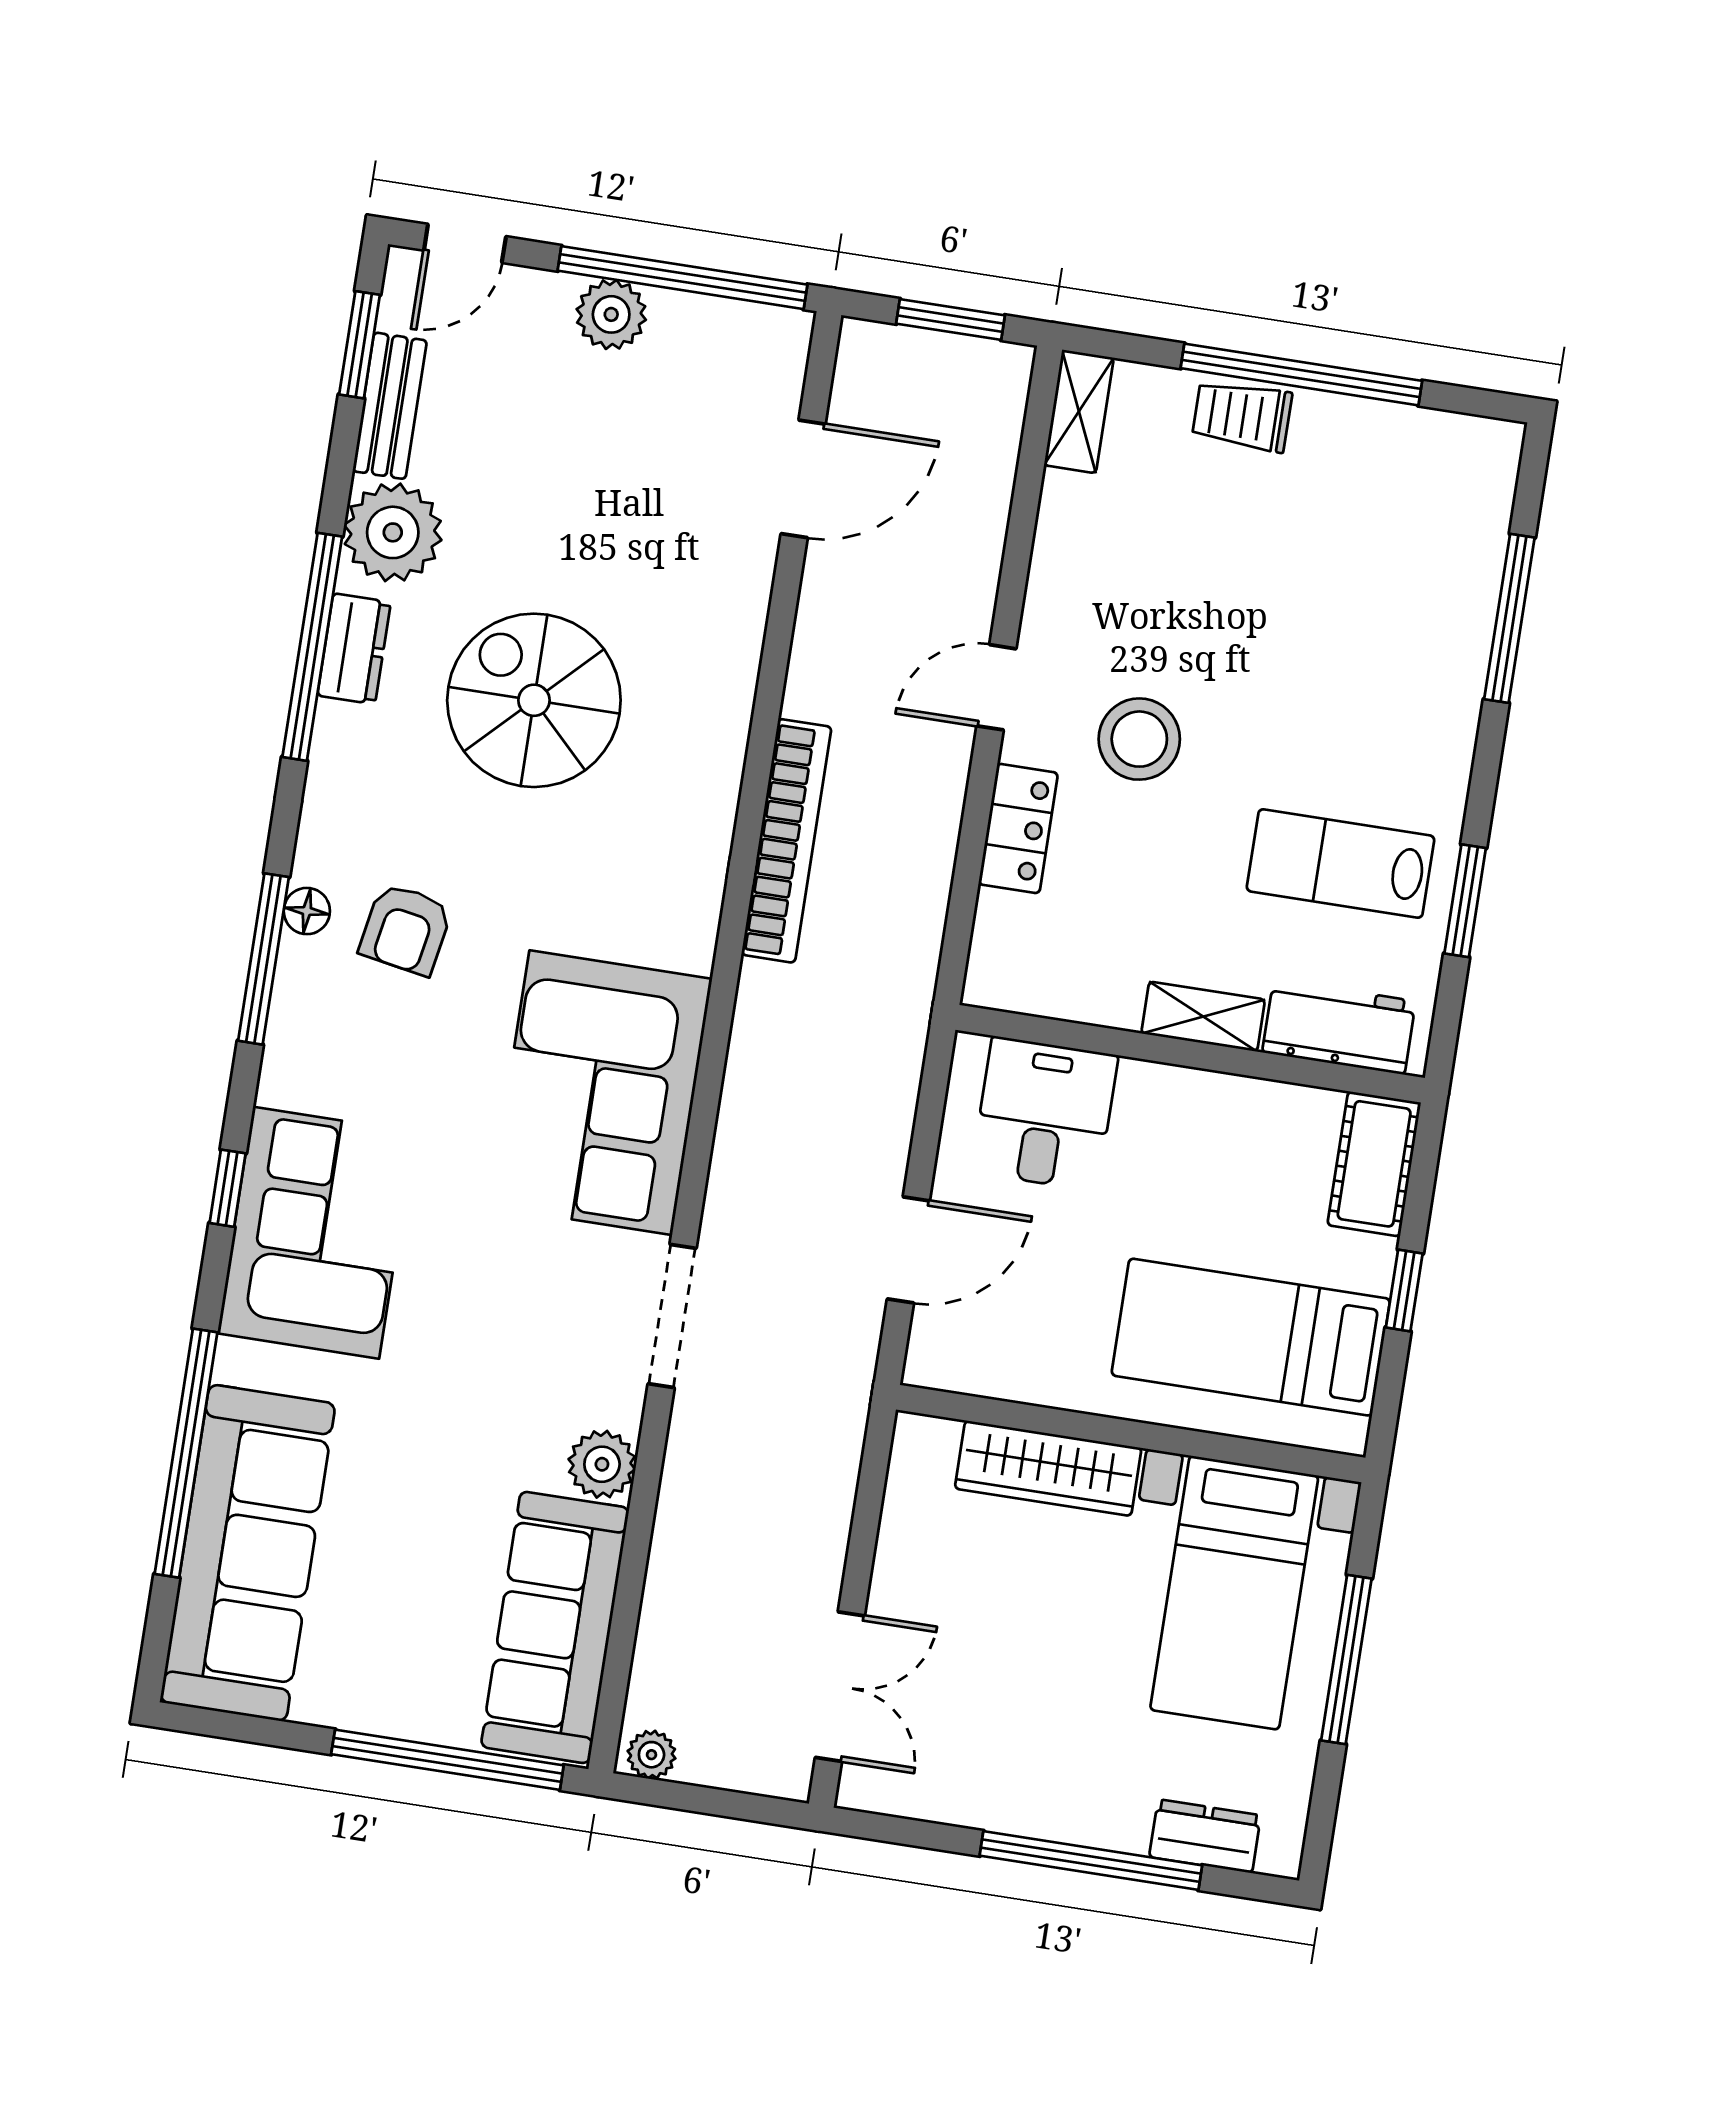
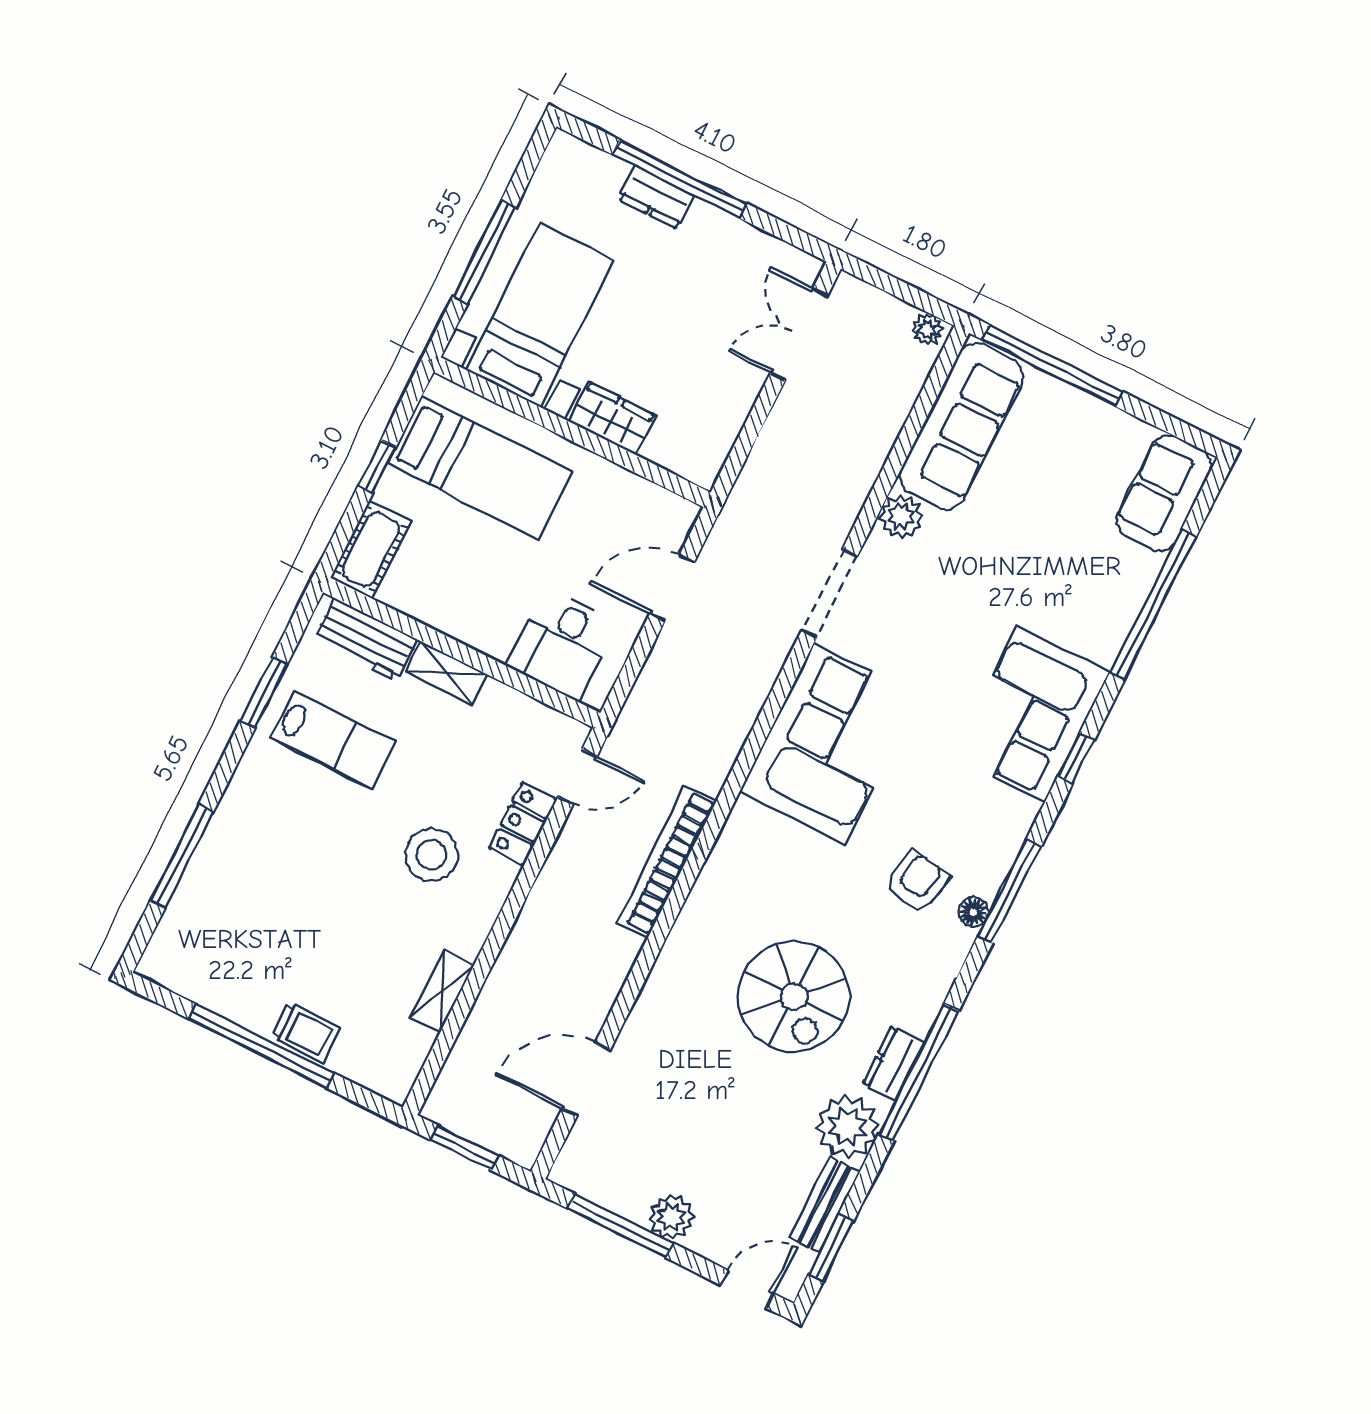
window: (682, 278) -> (621, 1226), width x0.68
shelving: (1079, 411) -> (442, 991), moved
door: (996, 687) -> (578, 777), moved
wardrobe: (1048, 1468) -> (612, 419), width x0.67
sofa: (248, 1553) -> (1164, 493), width x0.54, depth x0.79
dresser: (1205, 1836) -> (657, 197), moved

